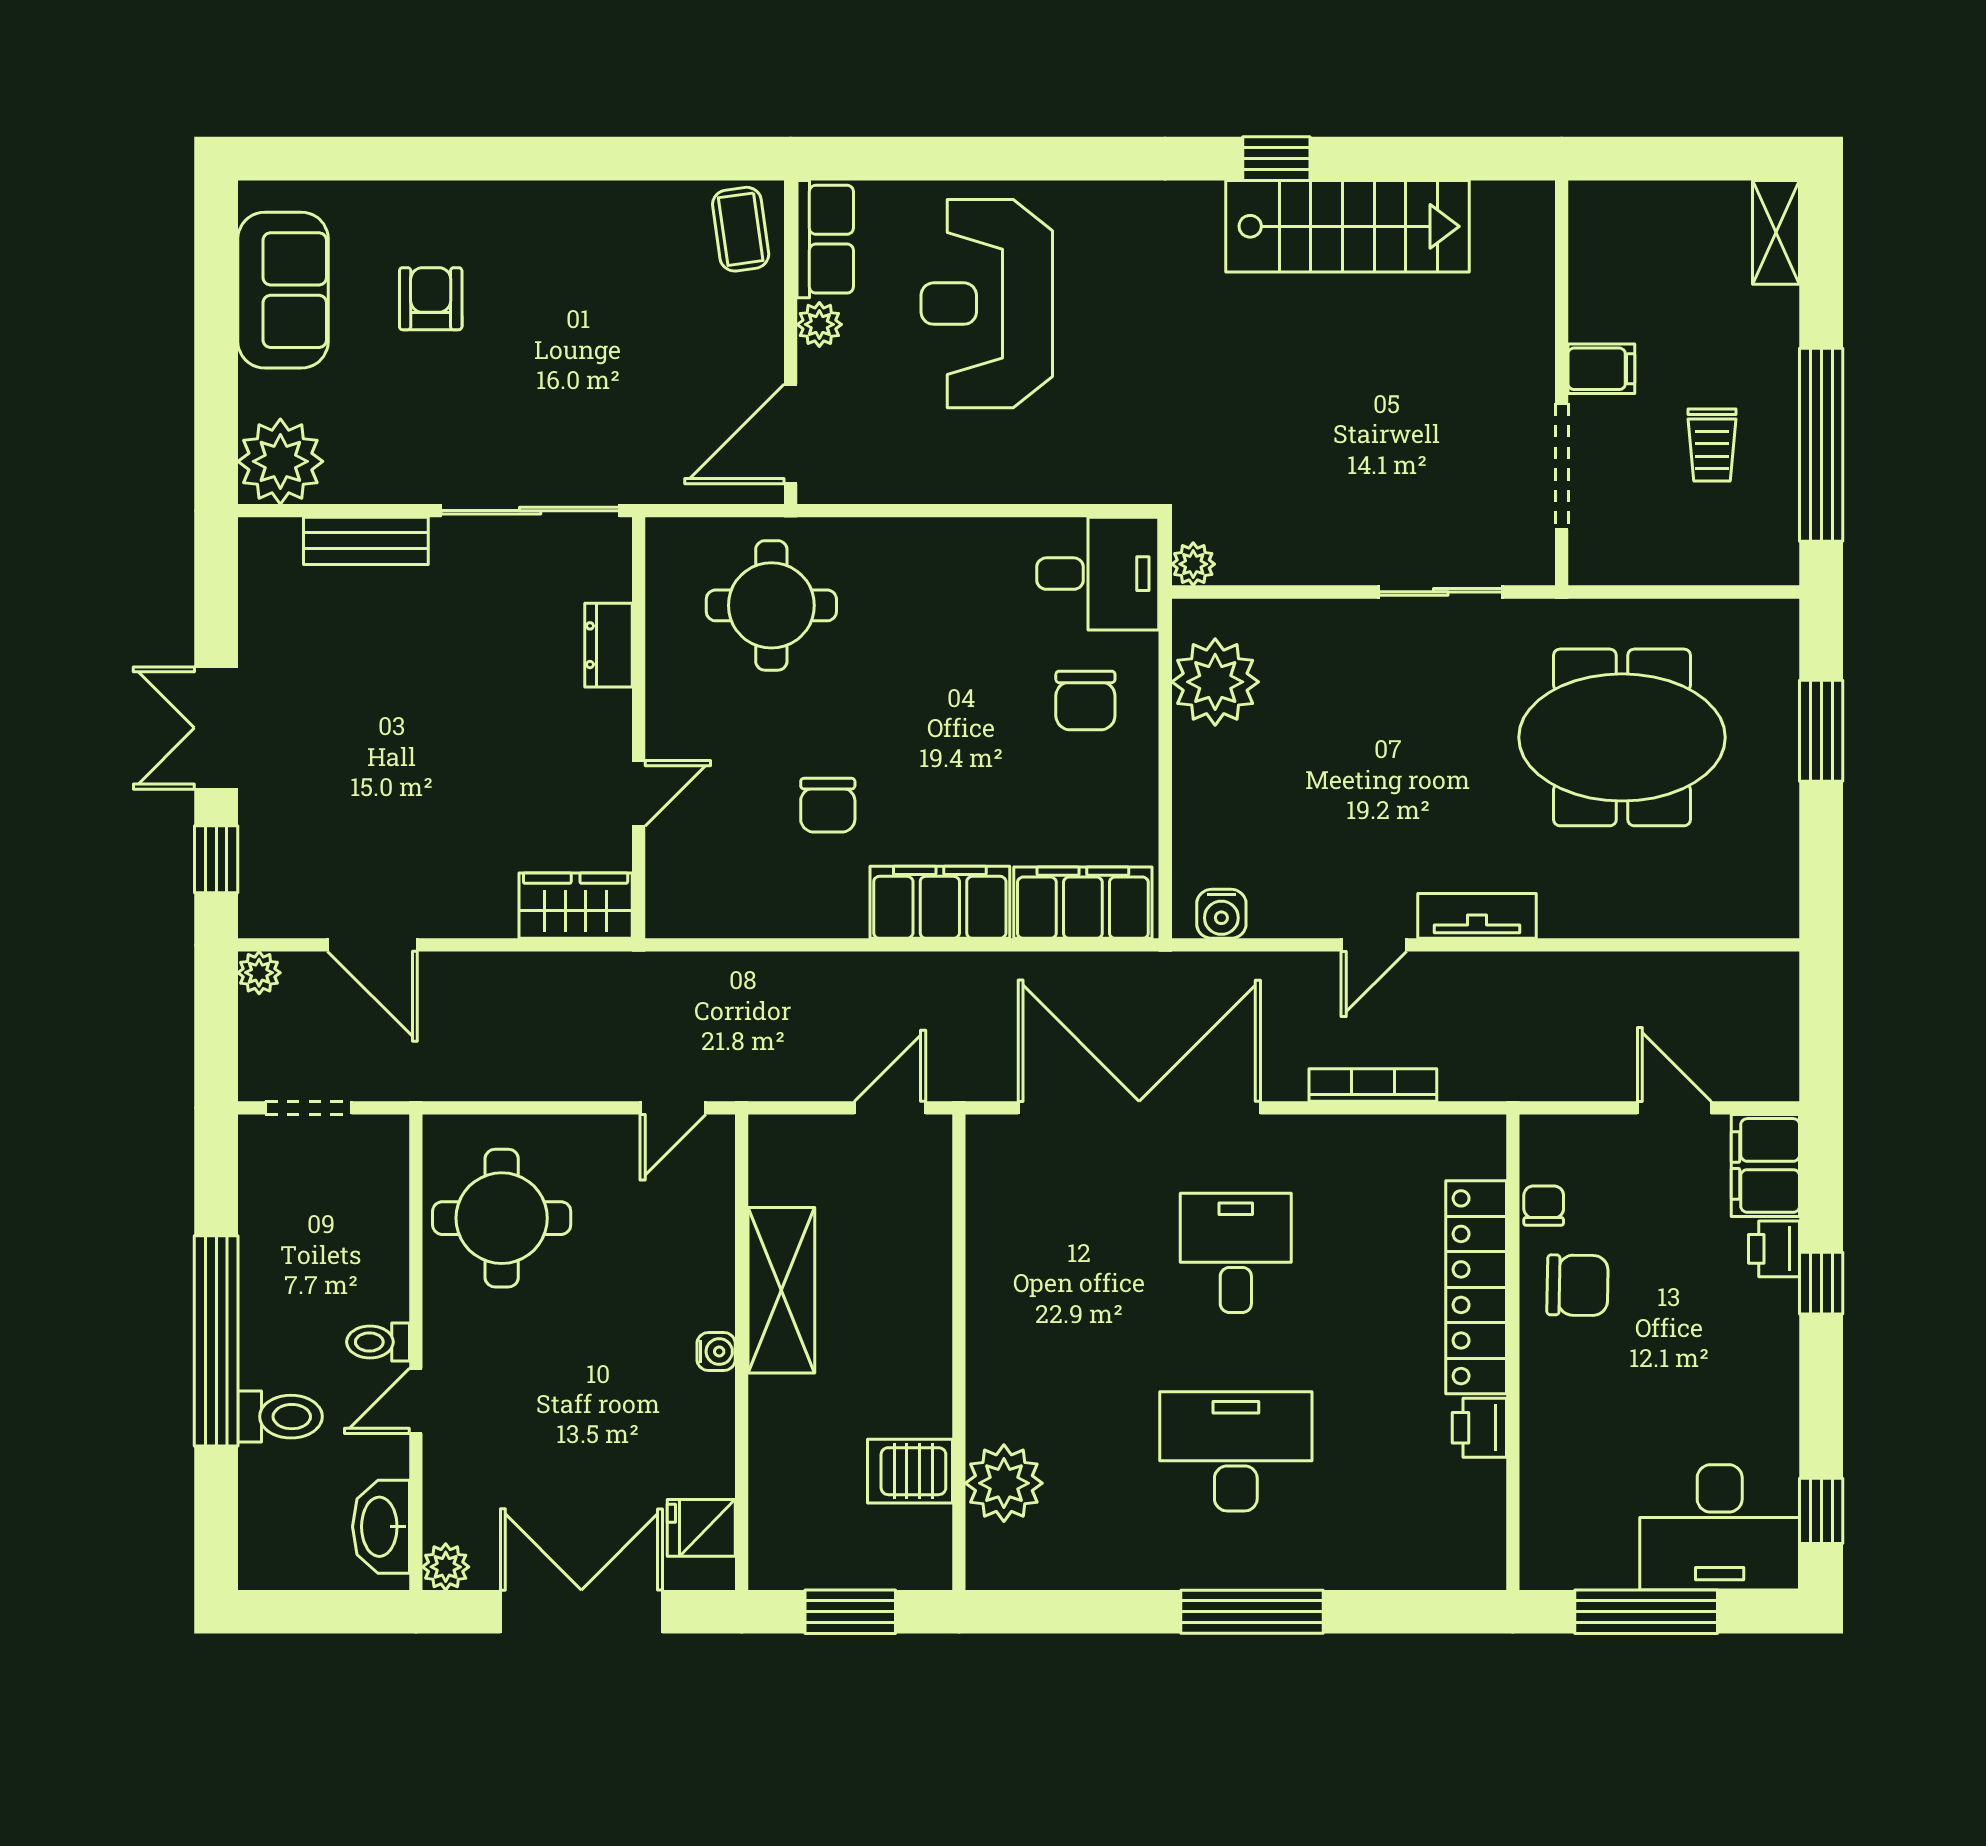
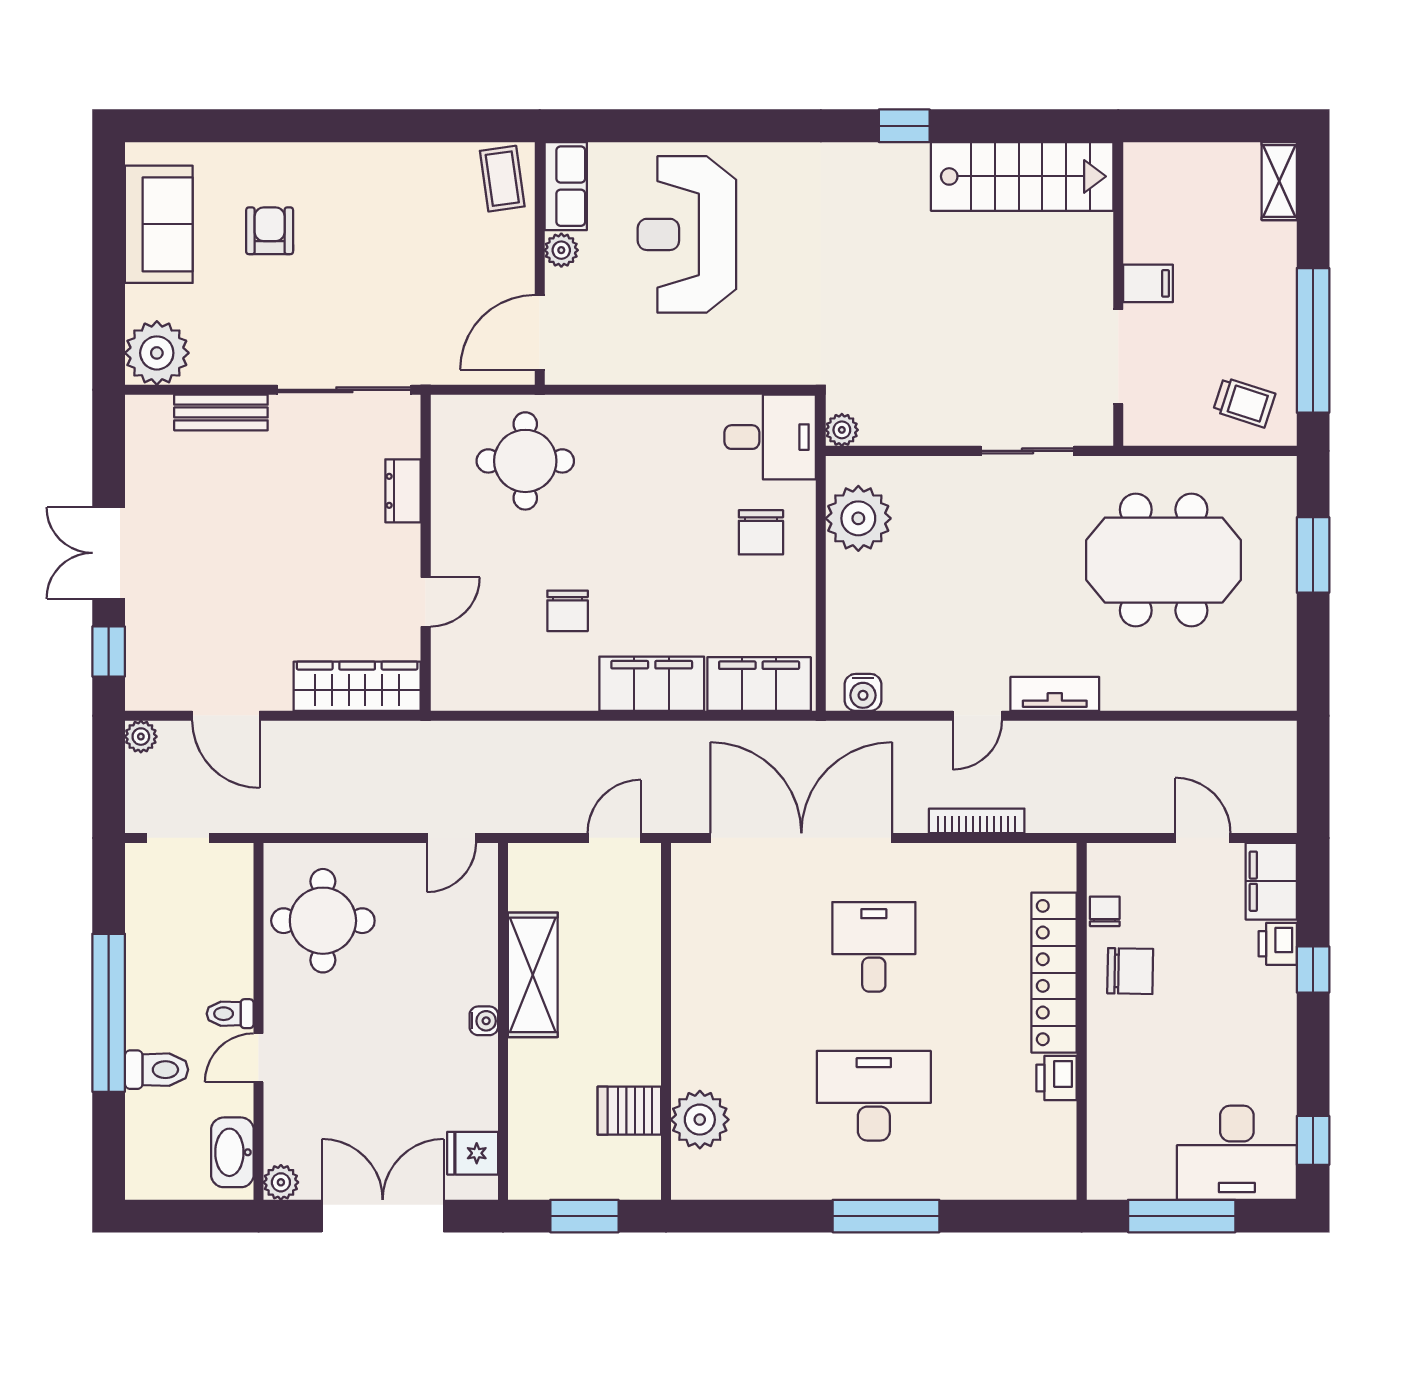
stairs: (1347, 226) -> (1022, 176), moved
trolley: (1712, 445) -> (1244, 402), moved, turned -72
wardrobe: (576, 906) -> (357, 686), width x1.50

